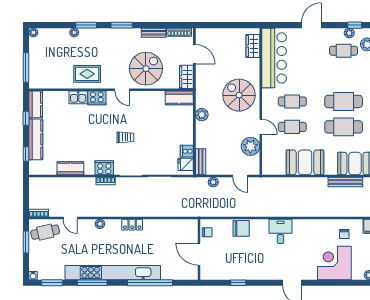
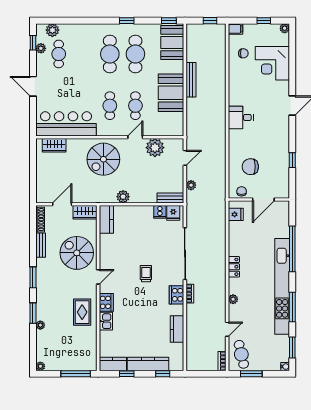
bench: (345, 182) -> (191, 80), moved
fridge: (184, 227) -> (236, 214), added
chair: (241, 228) -> (250, 167), moved, turned -90

